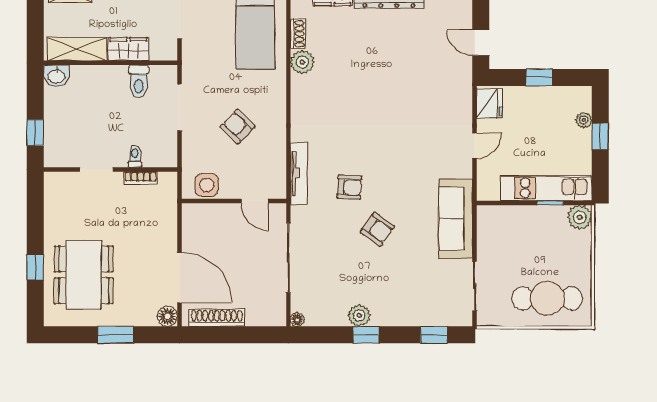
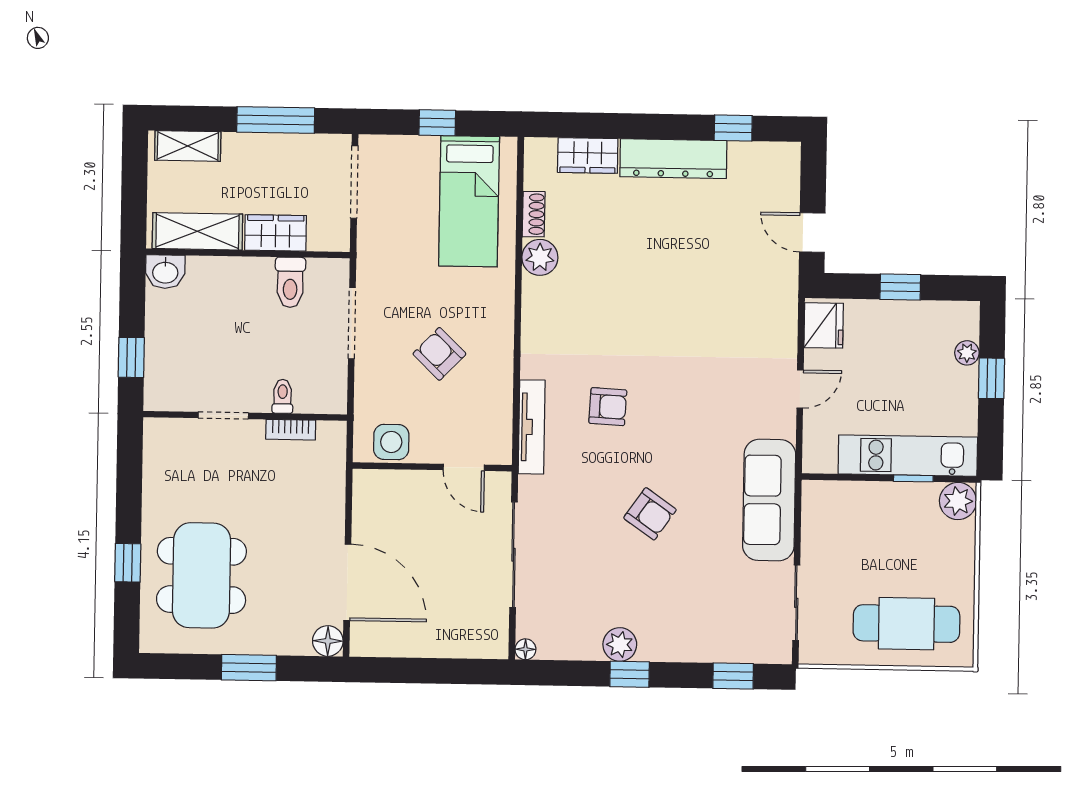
armchair: (349, 187) -> (608, 407), moved
shoe rack: (217, 318) -> (403, 644), removed

